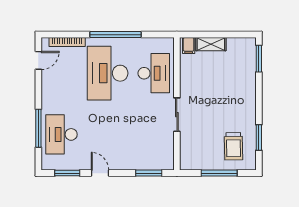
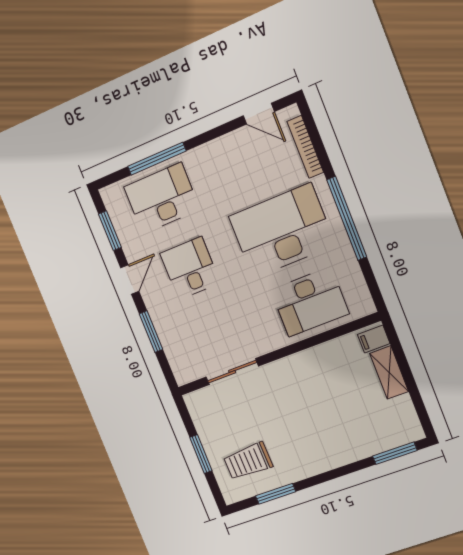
sliding door: (177, 115) -> (232, 372), moved
desk: (108, 134) -> (190, 268), added
window: (149, 173) -> (151, 332), moved
window: (219, 173) -> (201, 454), width x0.69

